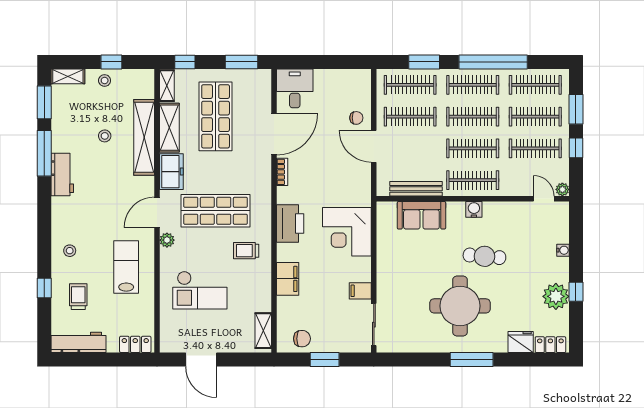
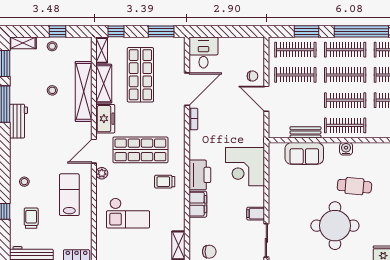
bench: (416, 189) -> (305, 132), width x0.73
printer: (290, 223) -> (200, 175), moved

